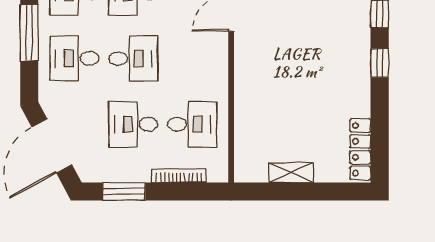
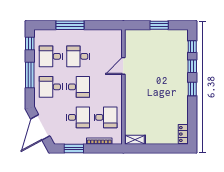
desk: (133, 124) -> (78, 117), turned 180
locker: (360, 149) -> (183, 134), width x0.66
shelving: (291, 173) -> (135, 140), moved

